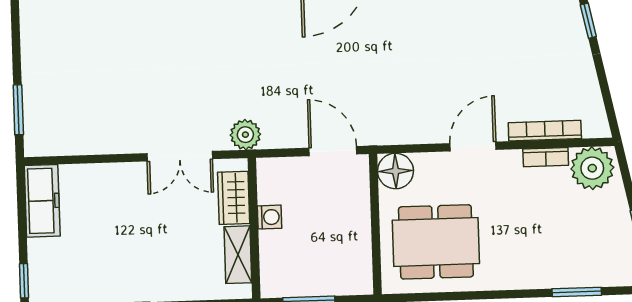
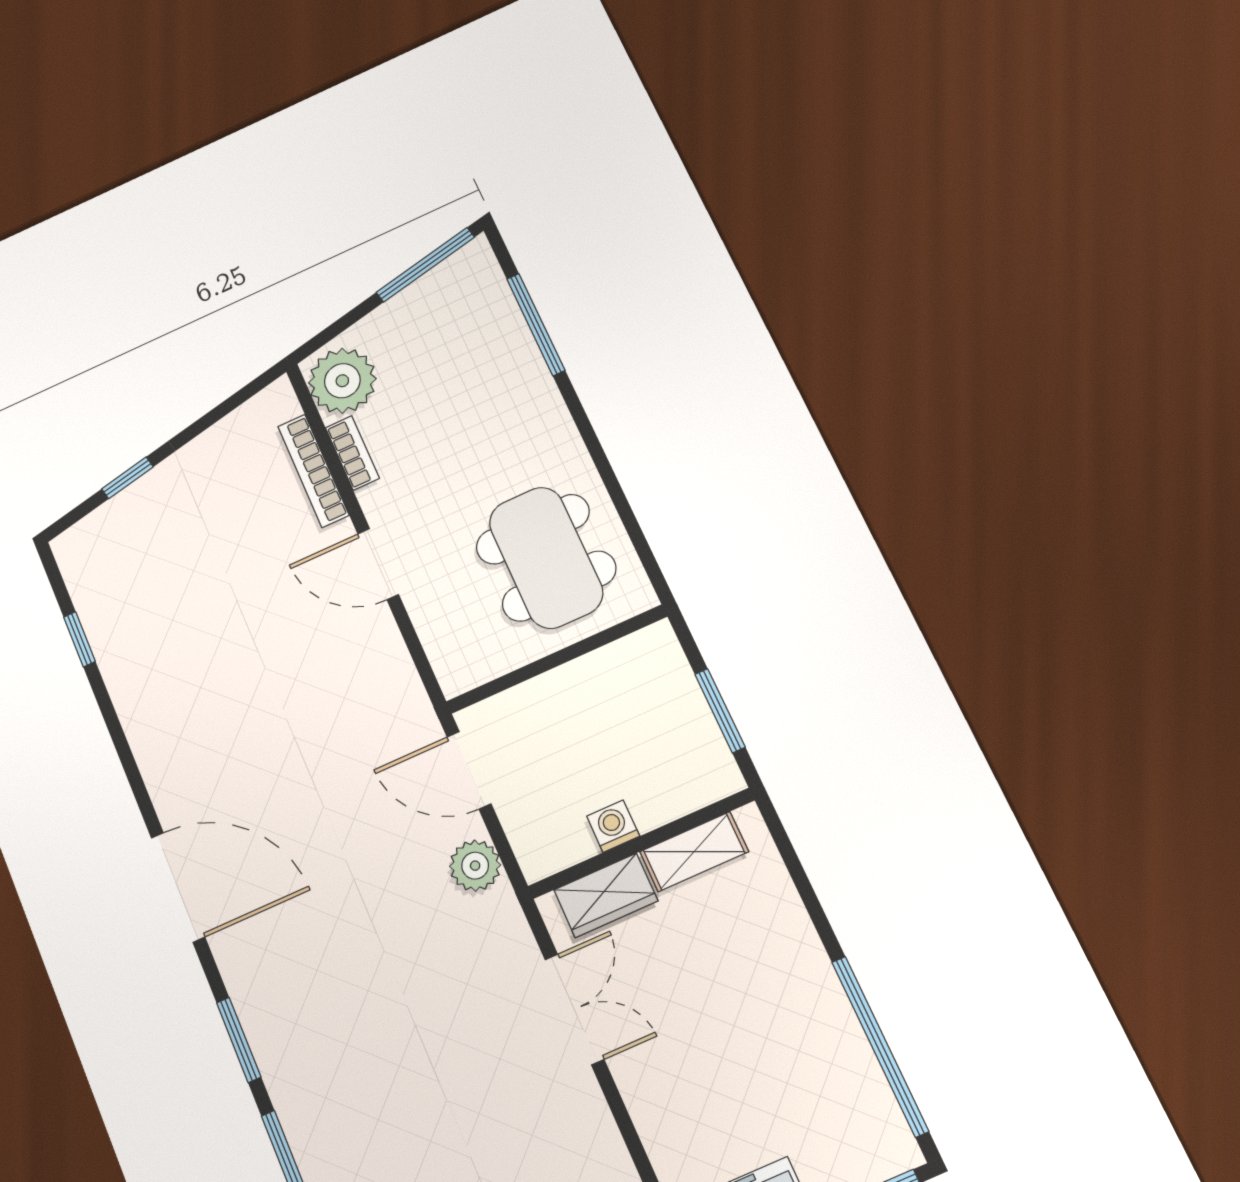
plant: (245, 135) -> (475, 866), moved
door: (333, 151) -> (469, 770), hinge flipped
floor lamp: (396, 171) -> (462, 663), removed
window: (577, 292) -> (536, 324), width x1.44

